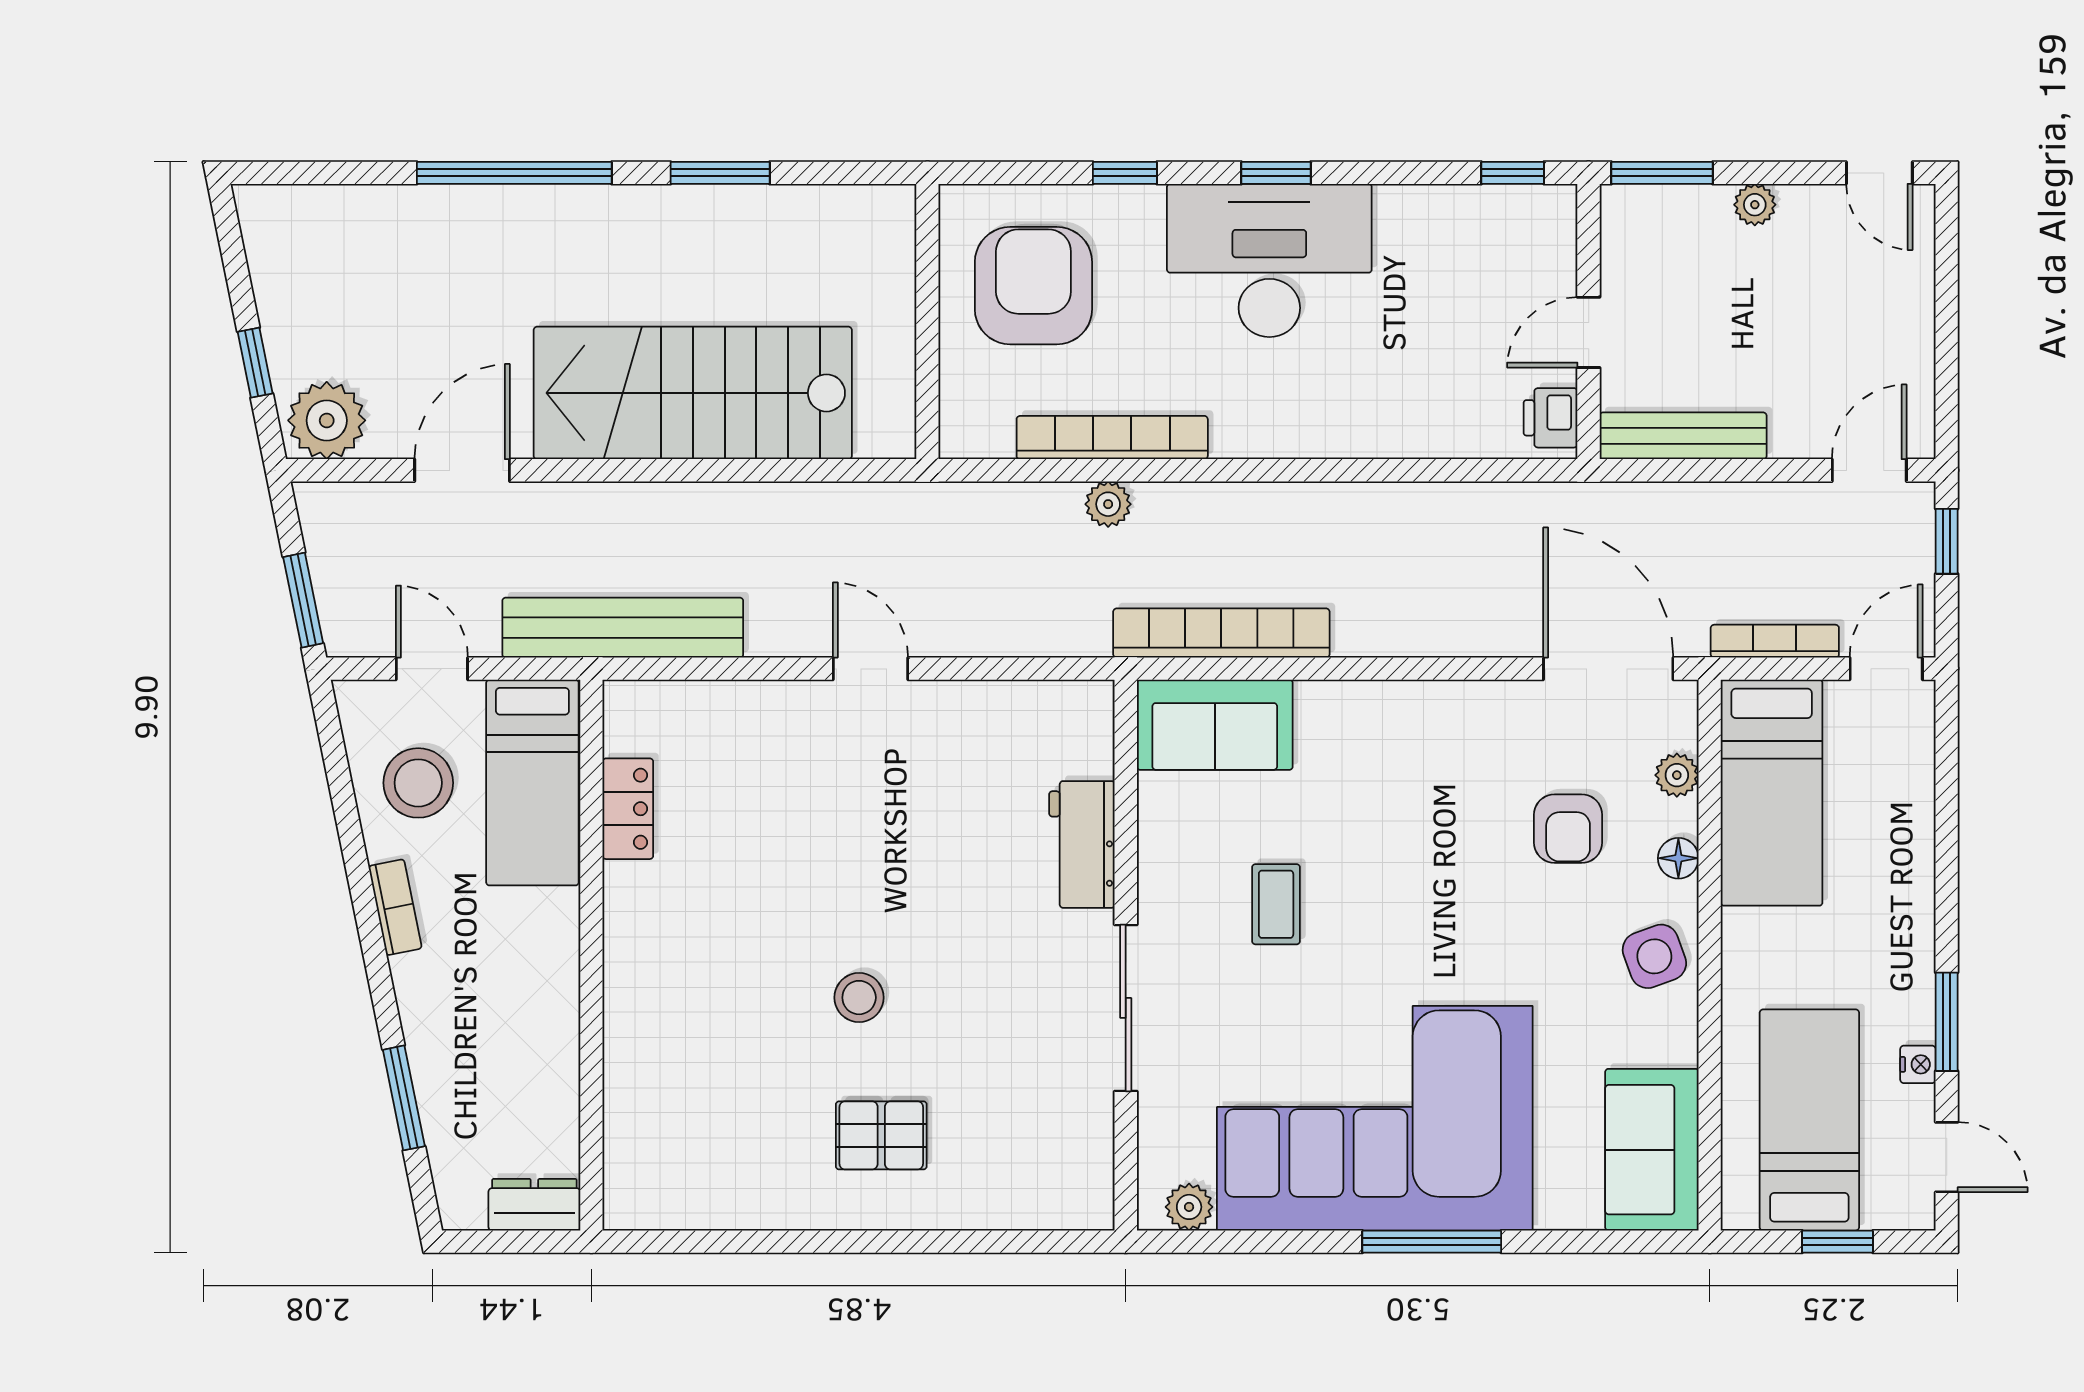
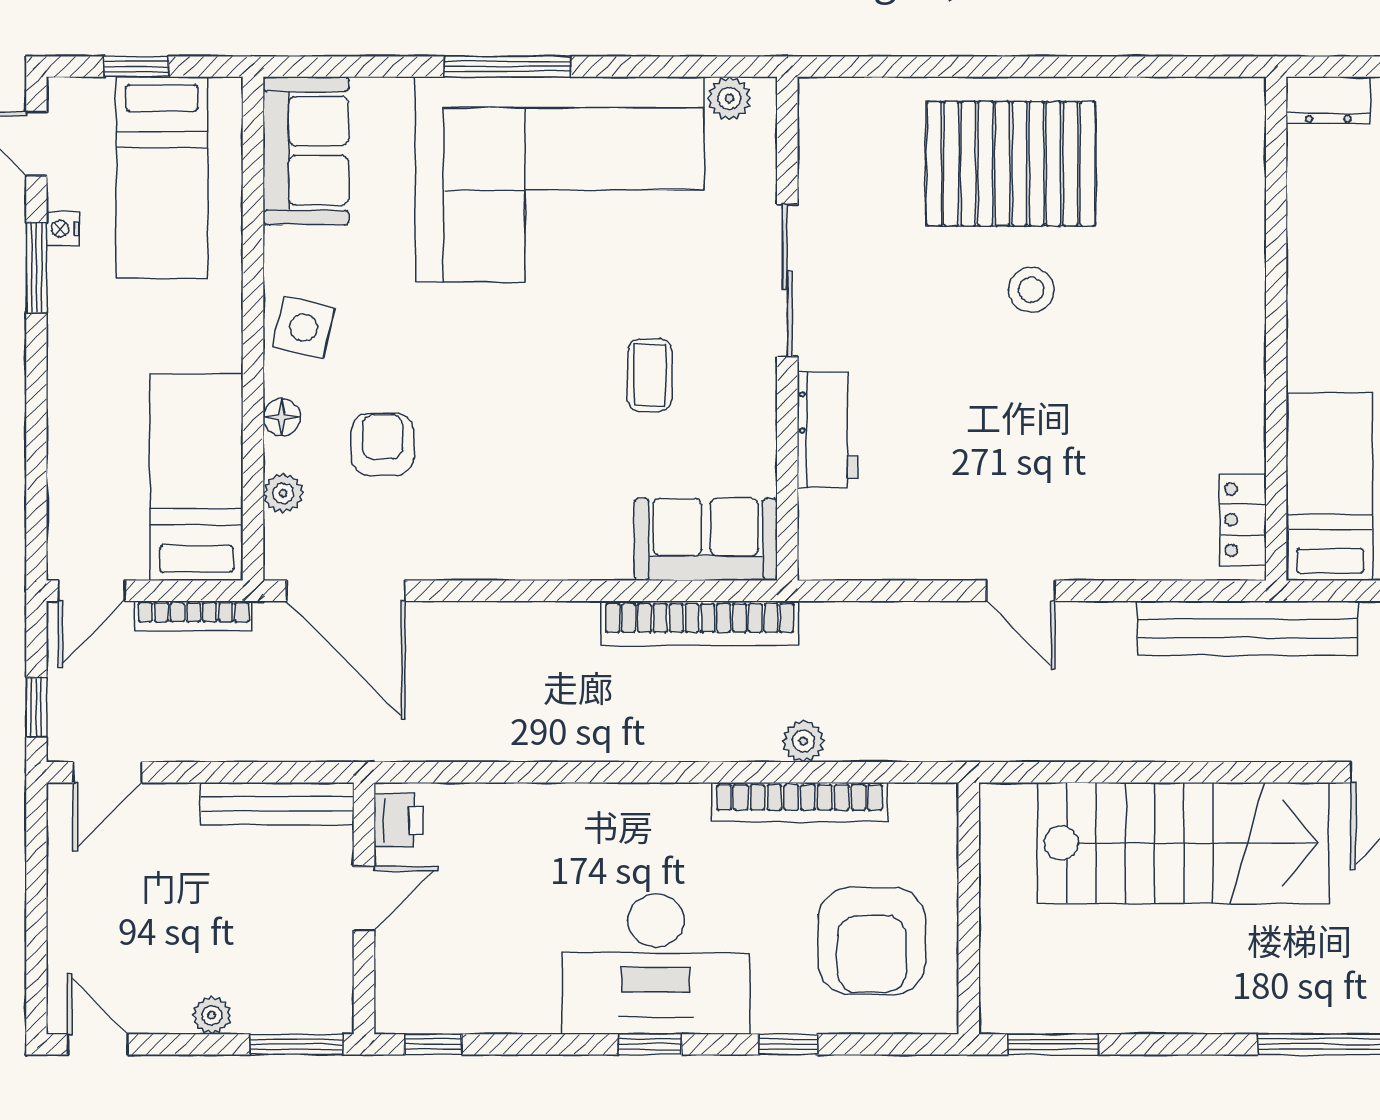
window: (720, 173) -> (1053, 1044), moved
locker: (628, 809) -> (1243, 520), moved
side table: (1654, 956) -> (304, 328), turned 33
pallet: (881, 1135) -> (1011, 164), width x2.05, depth x2.00

